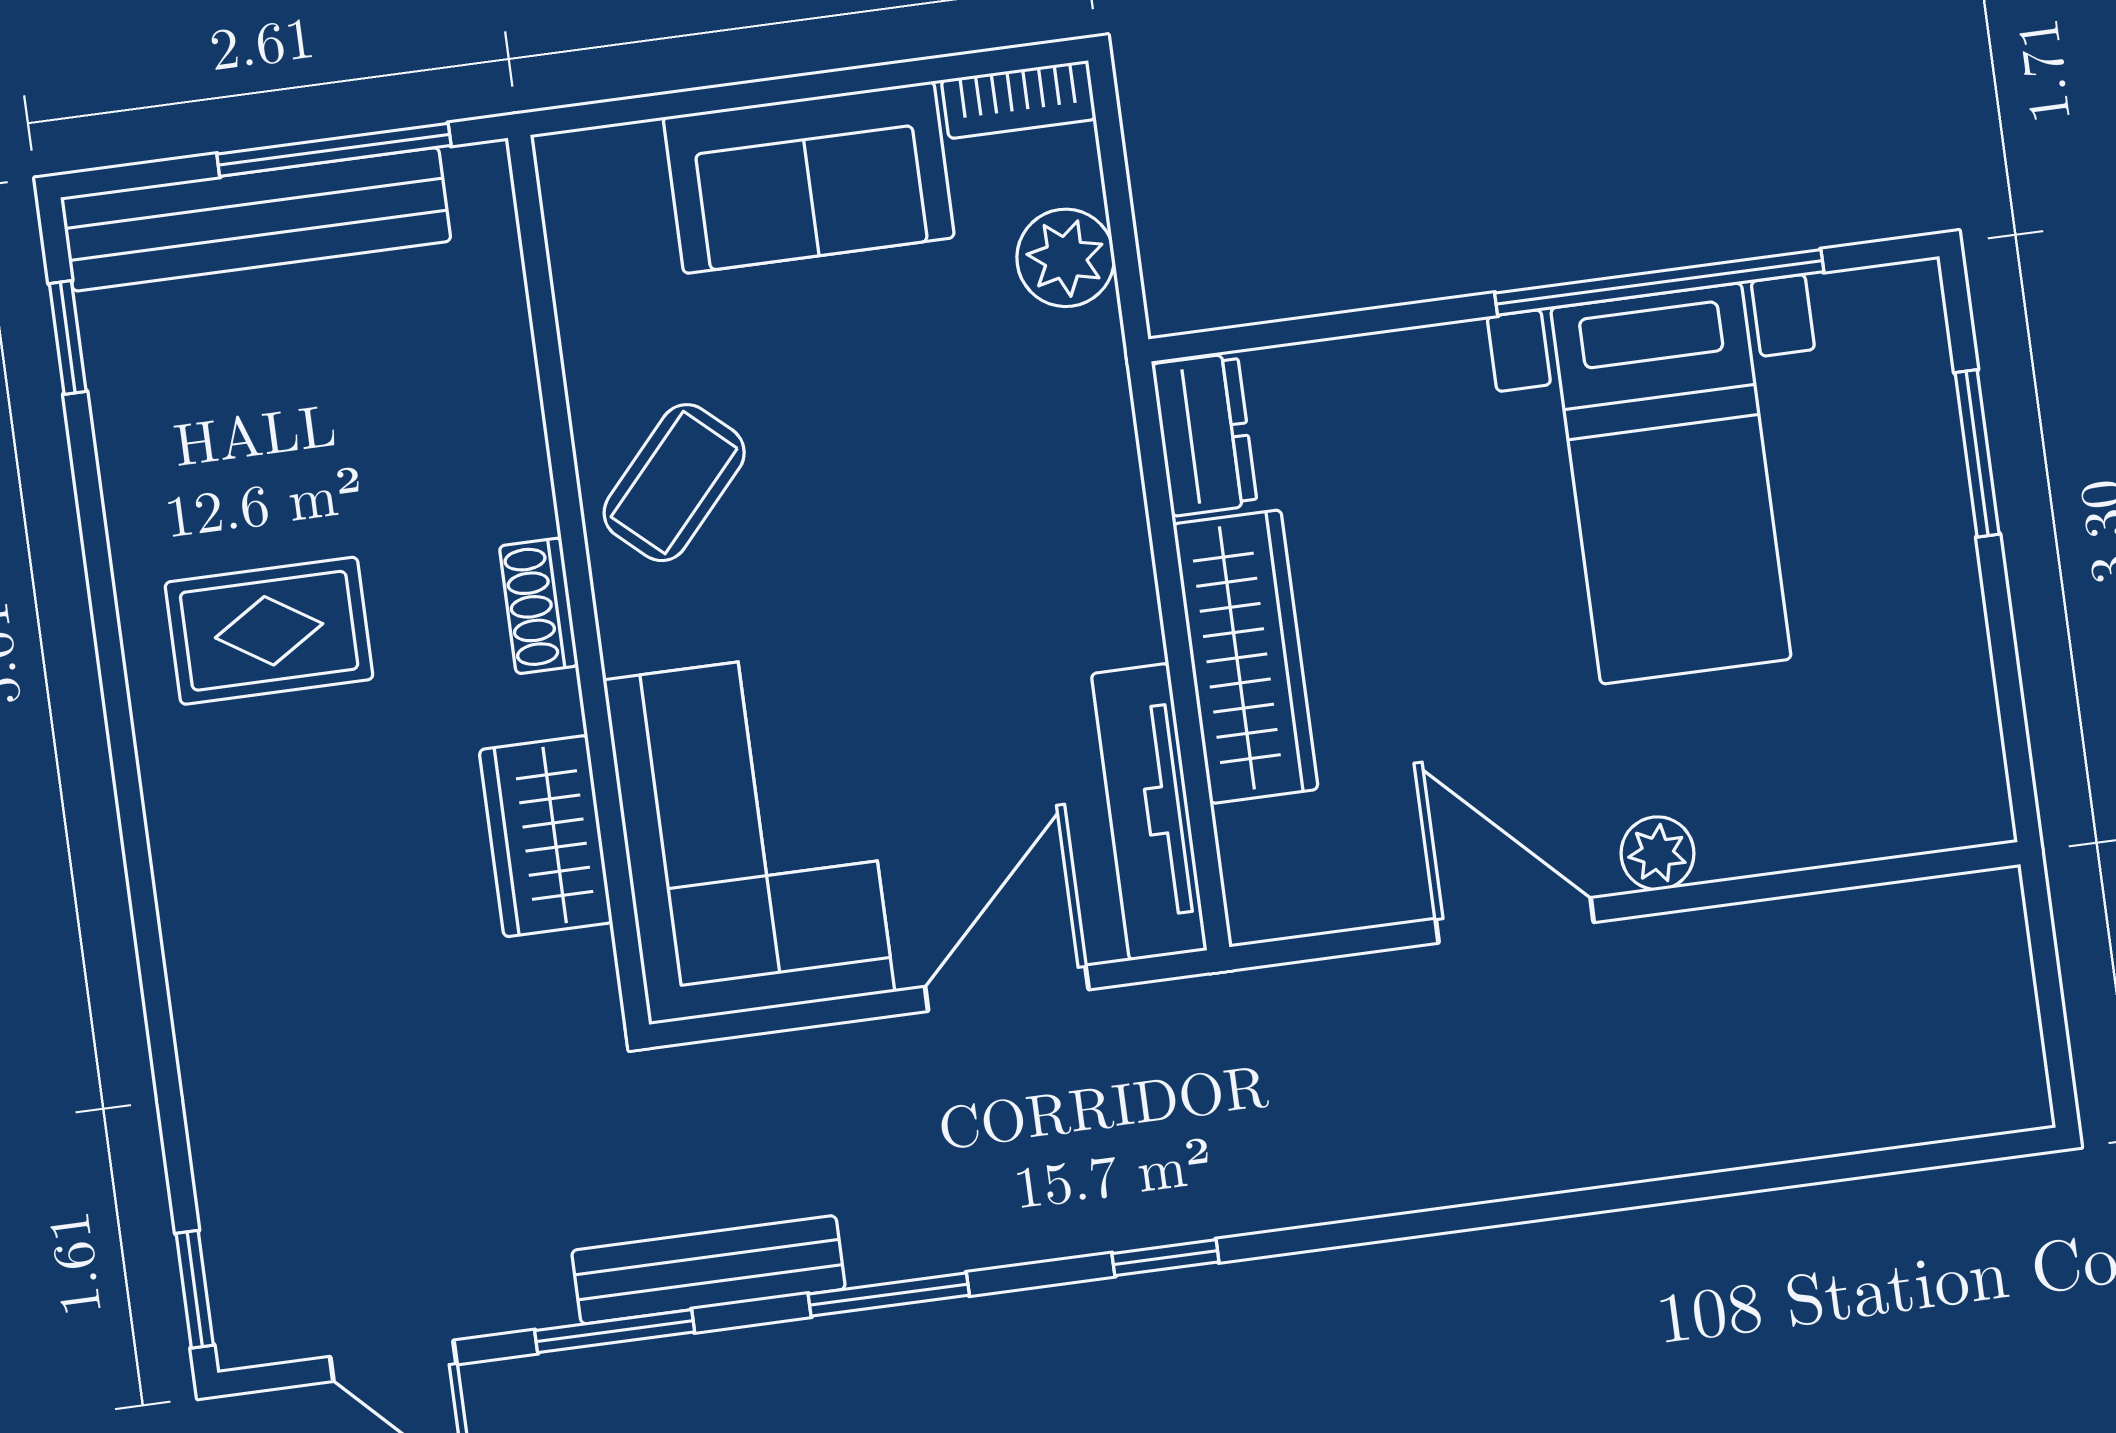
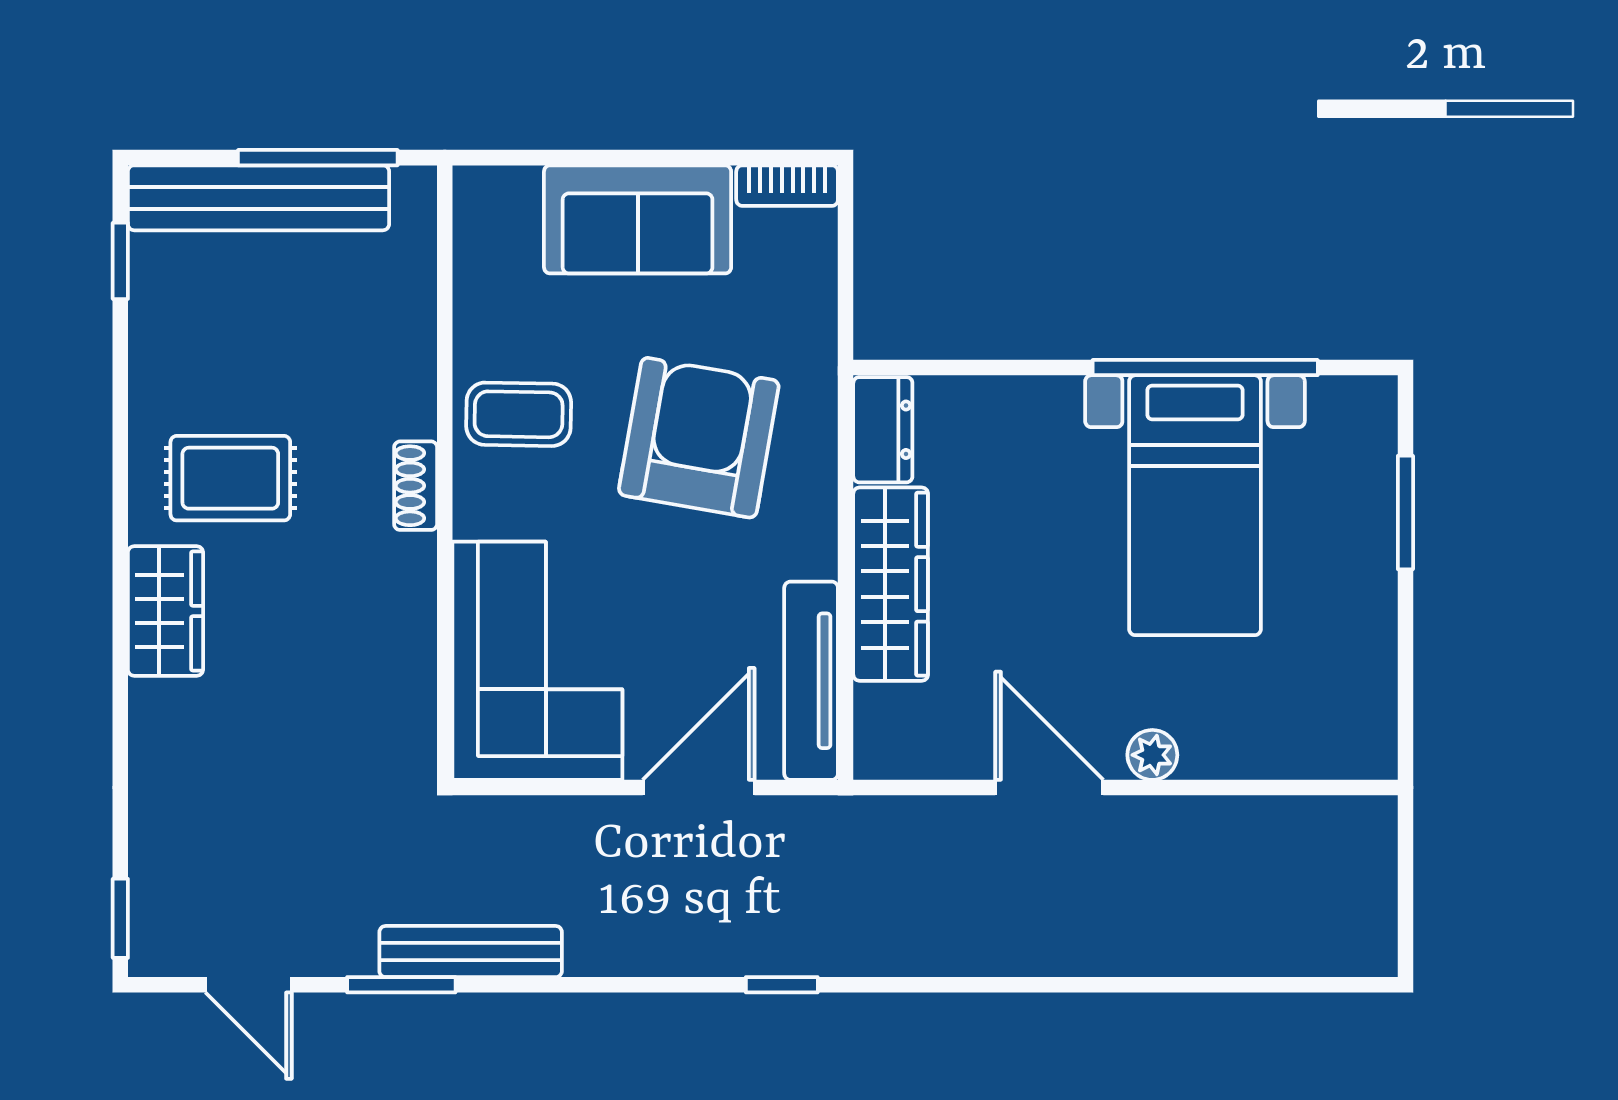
plant: (1066, 258) -> (805, 297), removed
armchair: (940, 482) -> (699, 438), added
coffee table: (674, 483) -> (519, 414), turned 49
wardrobe: (546, 836) -> (165, 611), moved, turned 180
window: (889, 1295) -> (591, 985), removed

